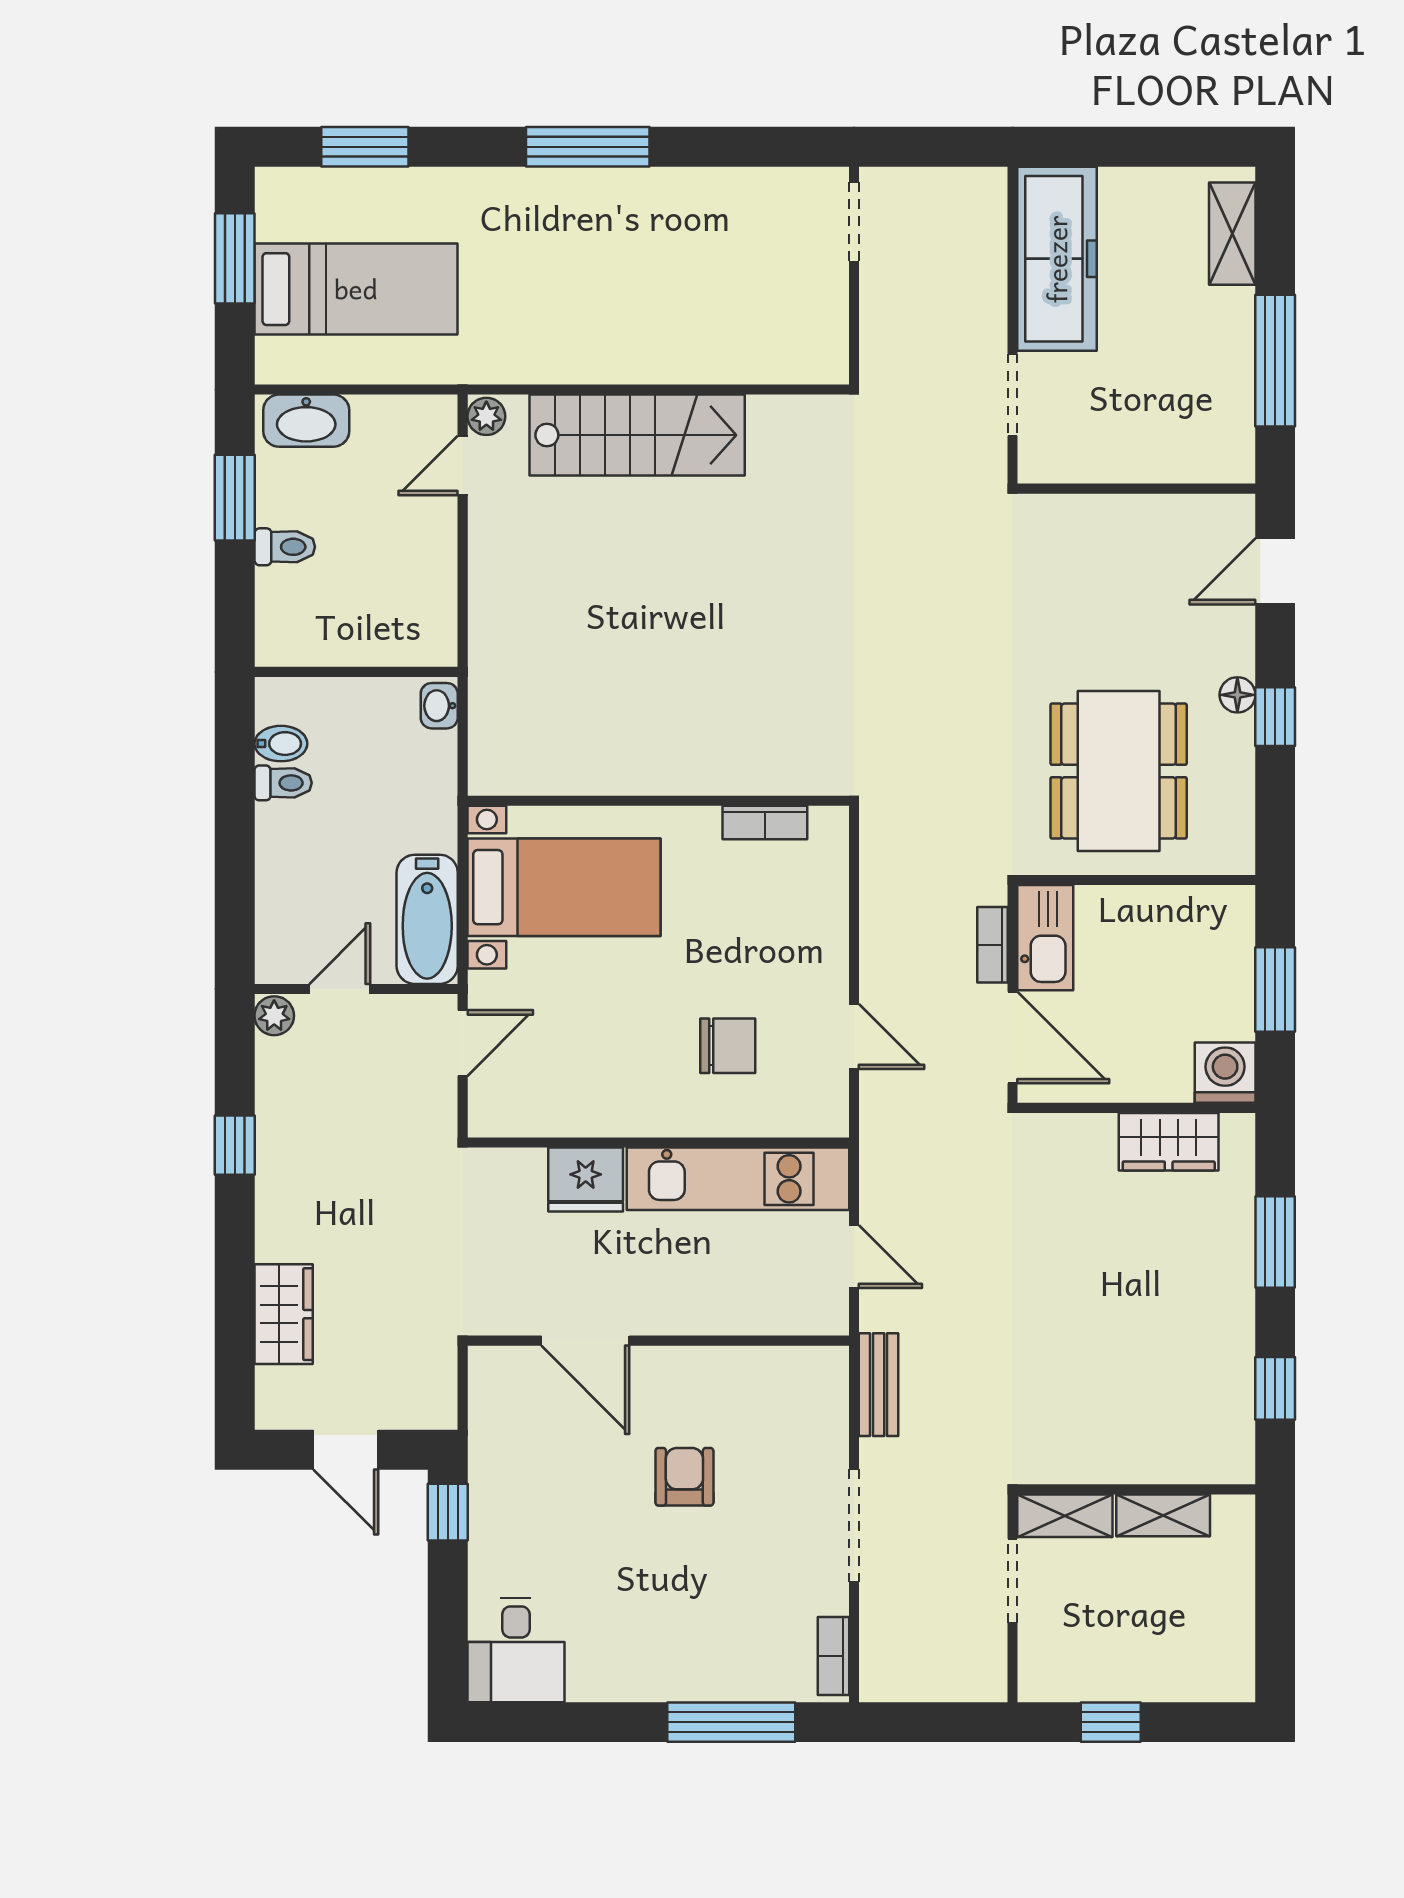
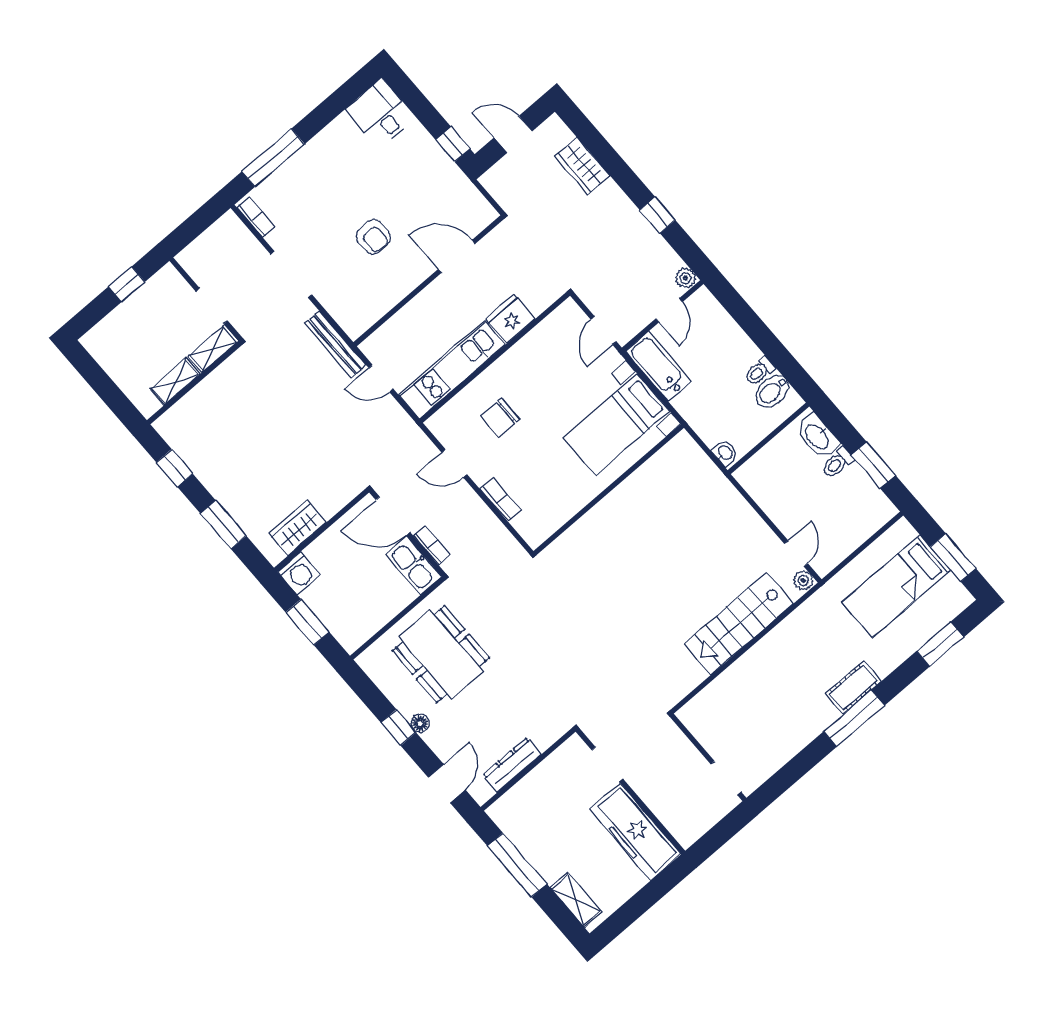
cot: (549, 194) -> (853, 687), added
washbasin: (306, 421) -> (817, 436), moved, turned -90
dresser: (1154, 516) -> (512, 765), added
bidet: (281, 744) -> (772, 391), width x1.38, depth x1.36
bookcase: (765, 823) -> (501, 500), moved, turned 90
bench: (879, 1385) -> (335, 344), width x1.36

